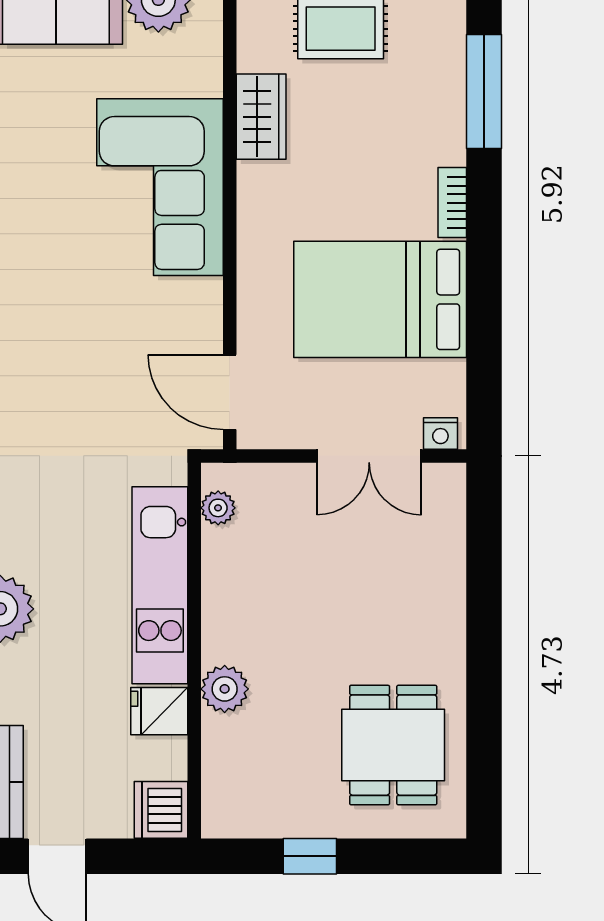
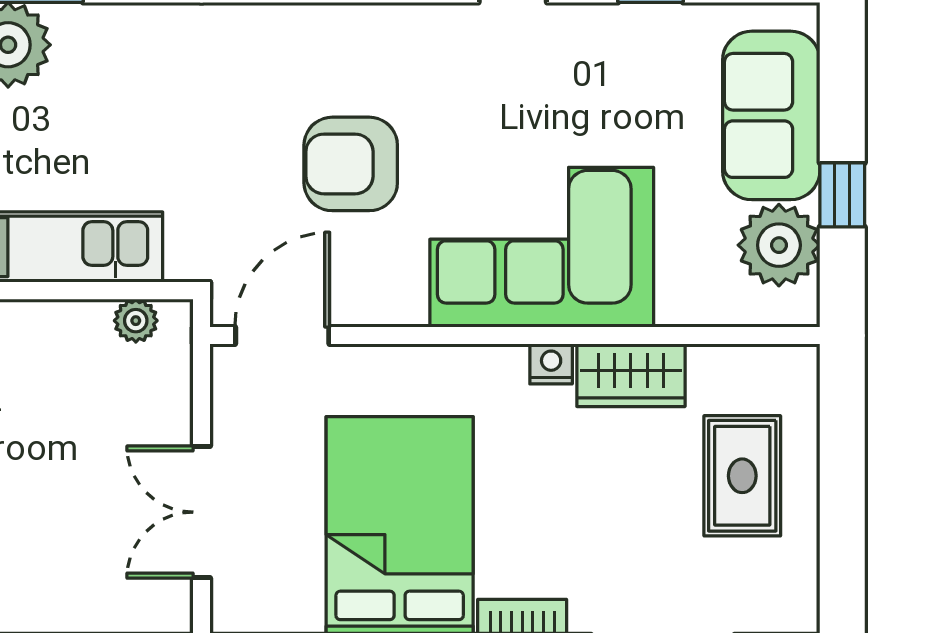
armchair: (94, 338) -> (351, 164), added
nightstand: (440, 433) -> (551, 364), moved, turned 90

